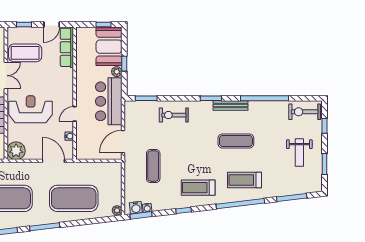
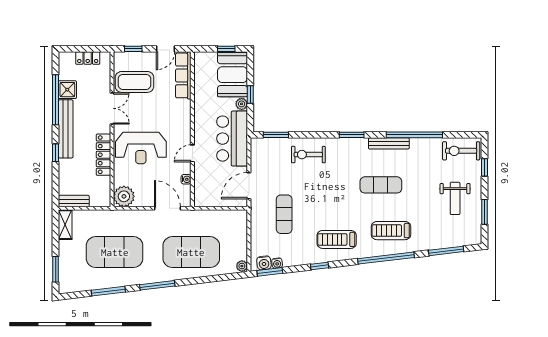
bench: (231, 105) -> (389, 143), moved
reception desk: (31, 109) -> (141, 148), turned 180

